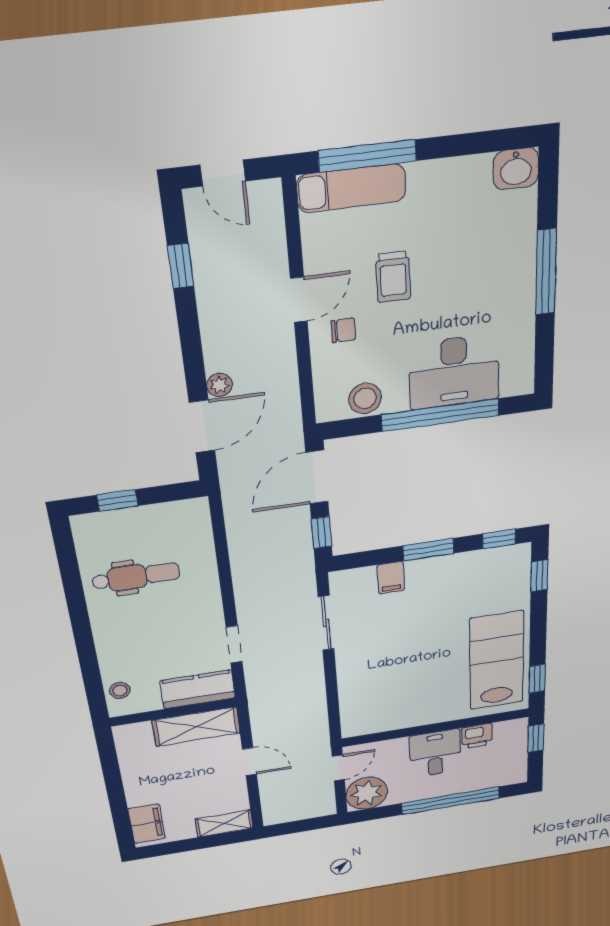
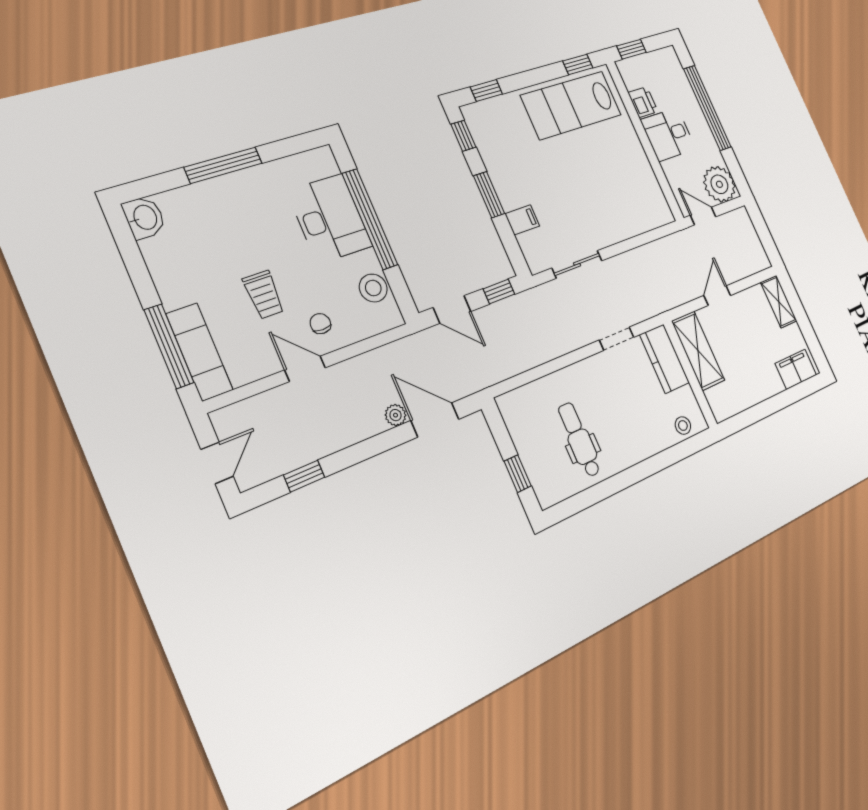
trolley: (393, 277) -> (264, 295), turned 90
door: (317, 477) -> (452, 309), width x0.73

